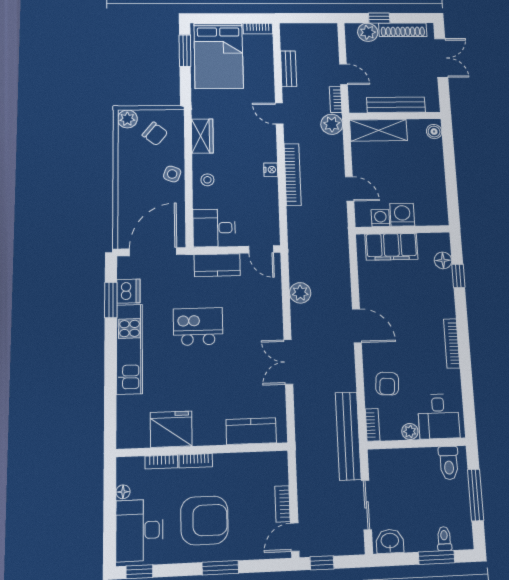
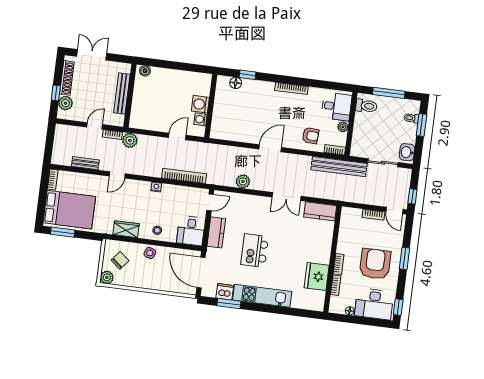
shelving: (378, 130) -> (139, 109), removed
bookcase: (293, 174) -> (184, 176), moved
filing cabinet: (391, 247) -> (221, 116), removed
kitchen counter: (251, 431) -> (320, 211), moved, turned -90

